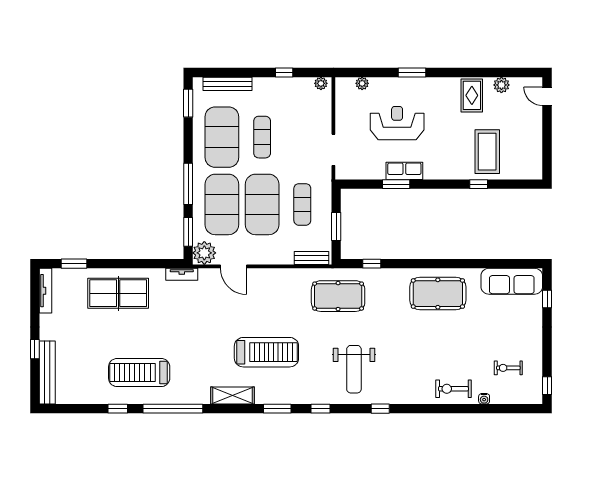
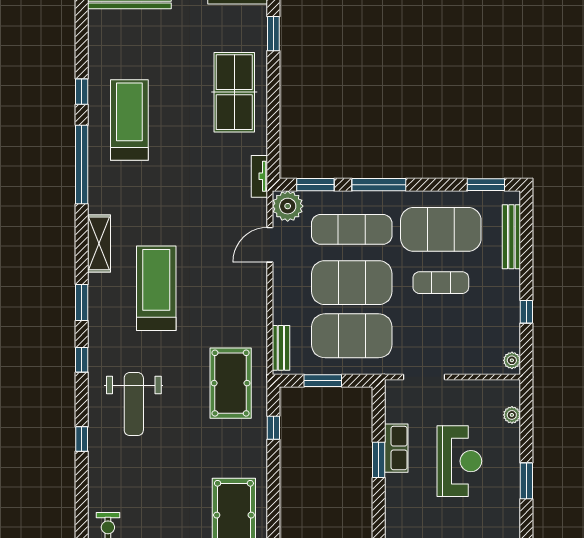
row of seats: (404, 171) -> (396, 448), moved
exercise mat: (222, 204) -> (352, 229), width x0.68
exercise mat: (302, 204) -> (352, 336), width x2.00, depth x1.45
treadmill: (266, 352) -> (156, 288), turned 180
weight bench: (354, 369) -> (134, 404), turned -90

